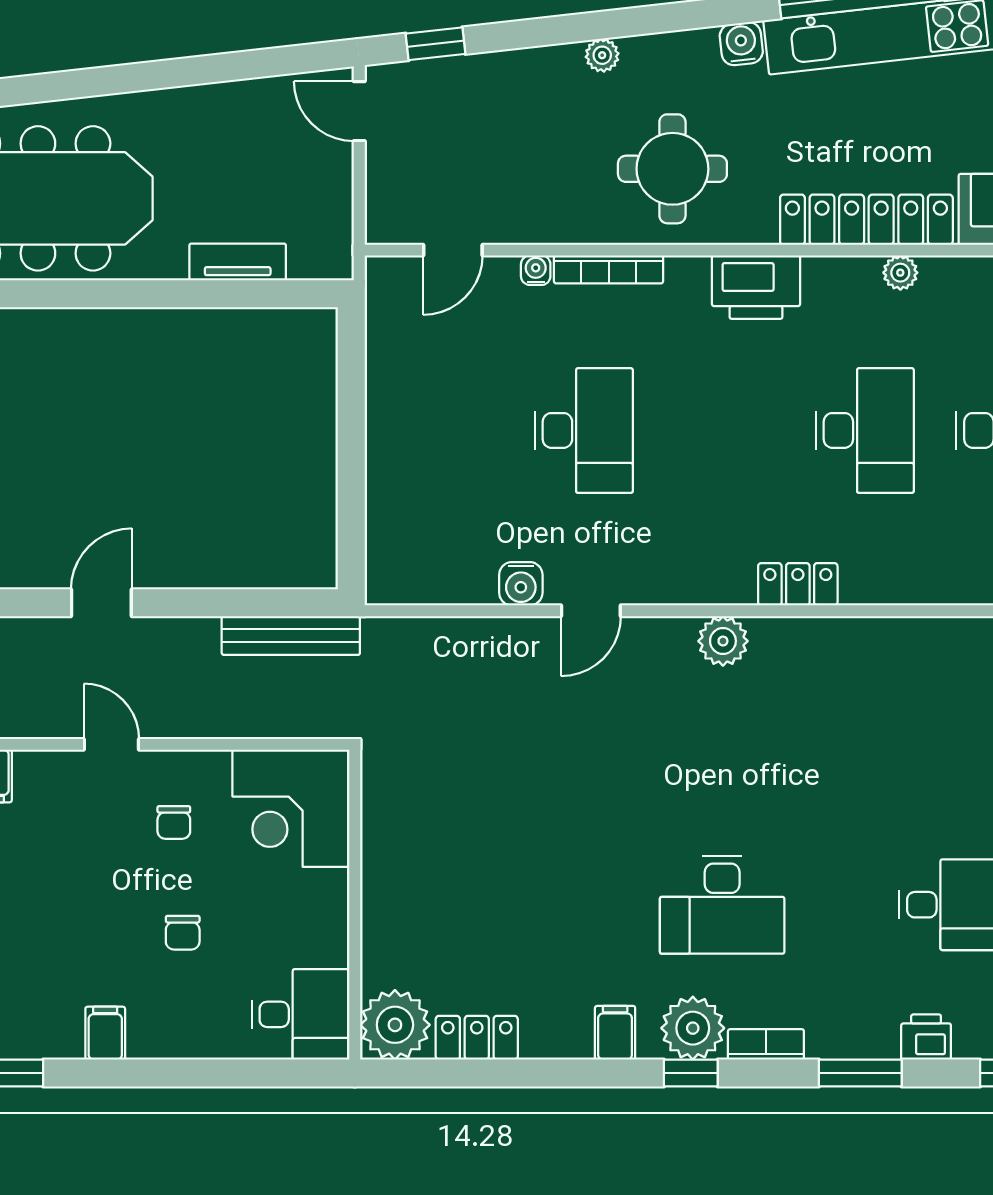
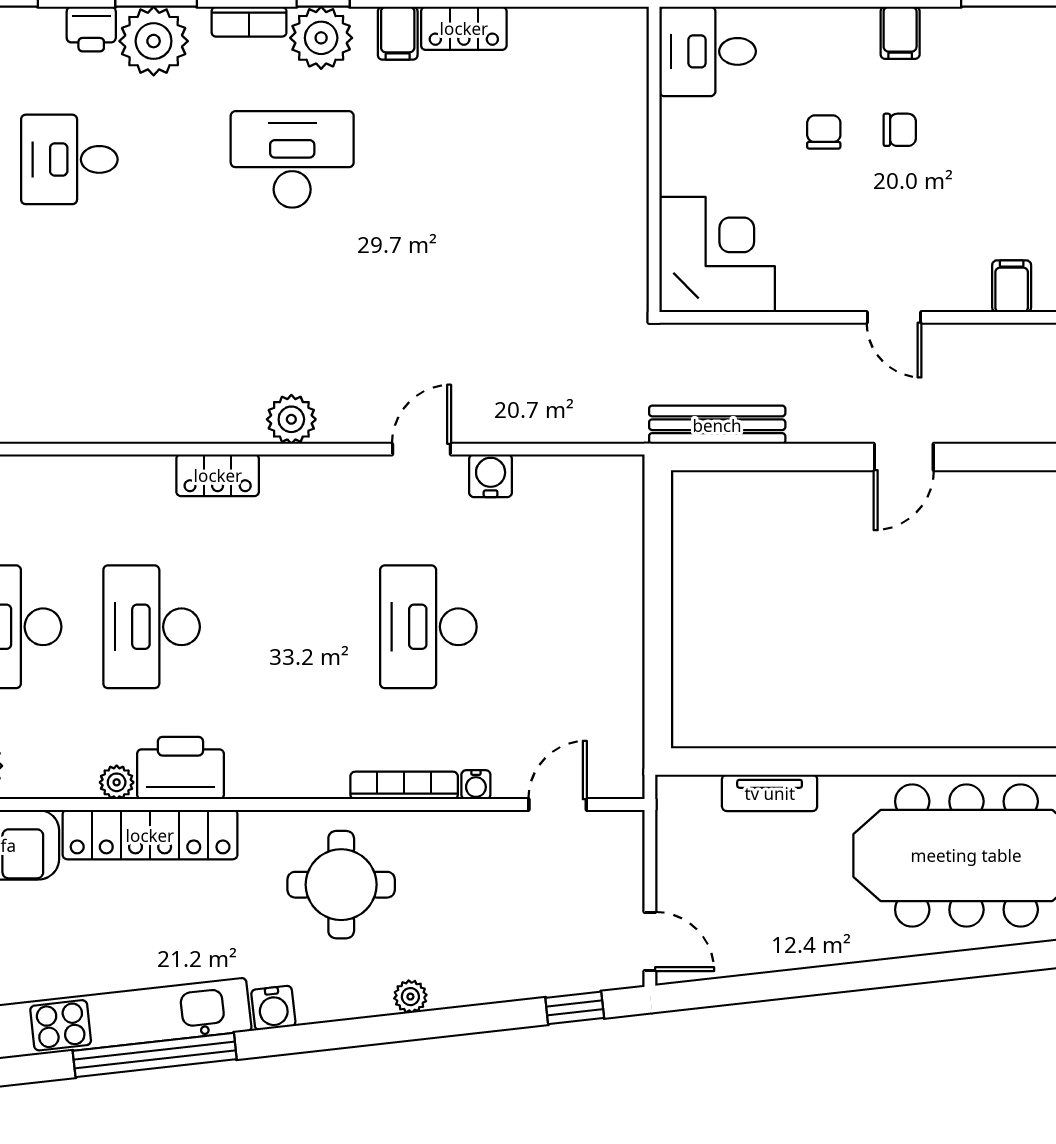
printer: (756, 287) -> (180, 768), moved
chair: (174, 822) -> (900, 130), moved, turned 90
plant: (395, 1025) -> (154, 41), moved
locker: (477, 1038) -> (464, 28), moved

